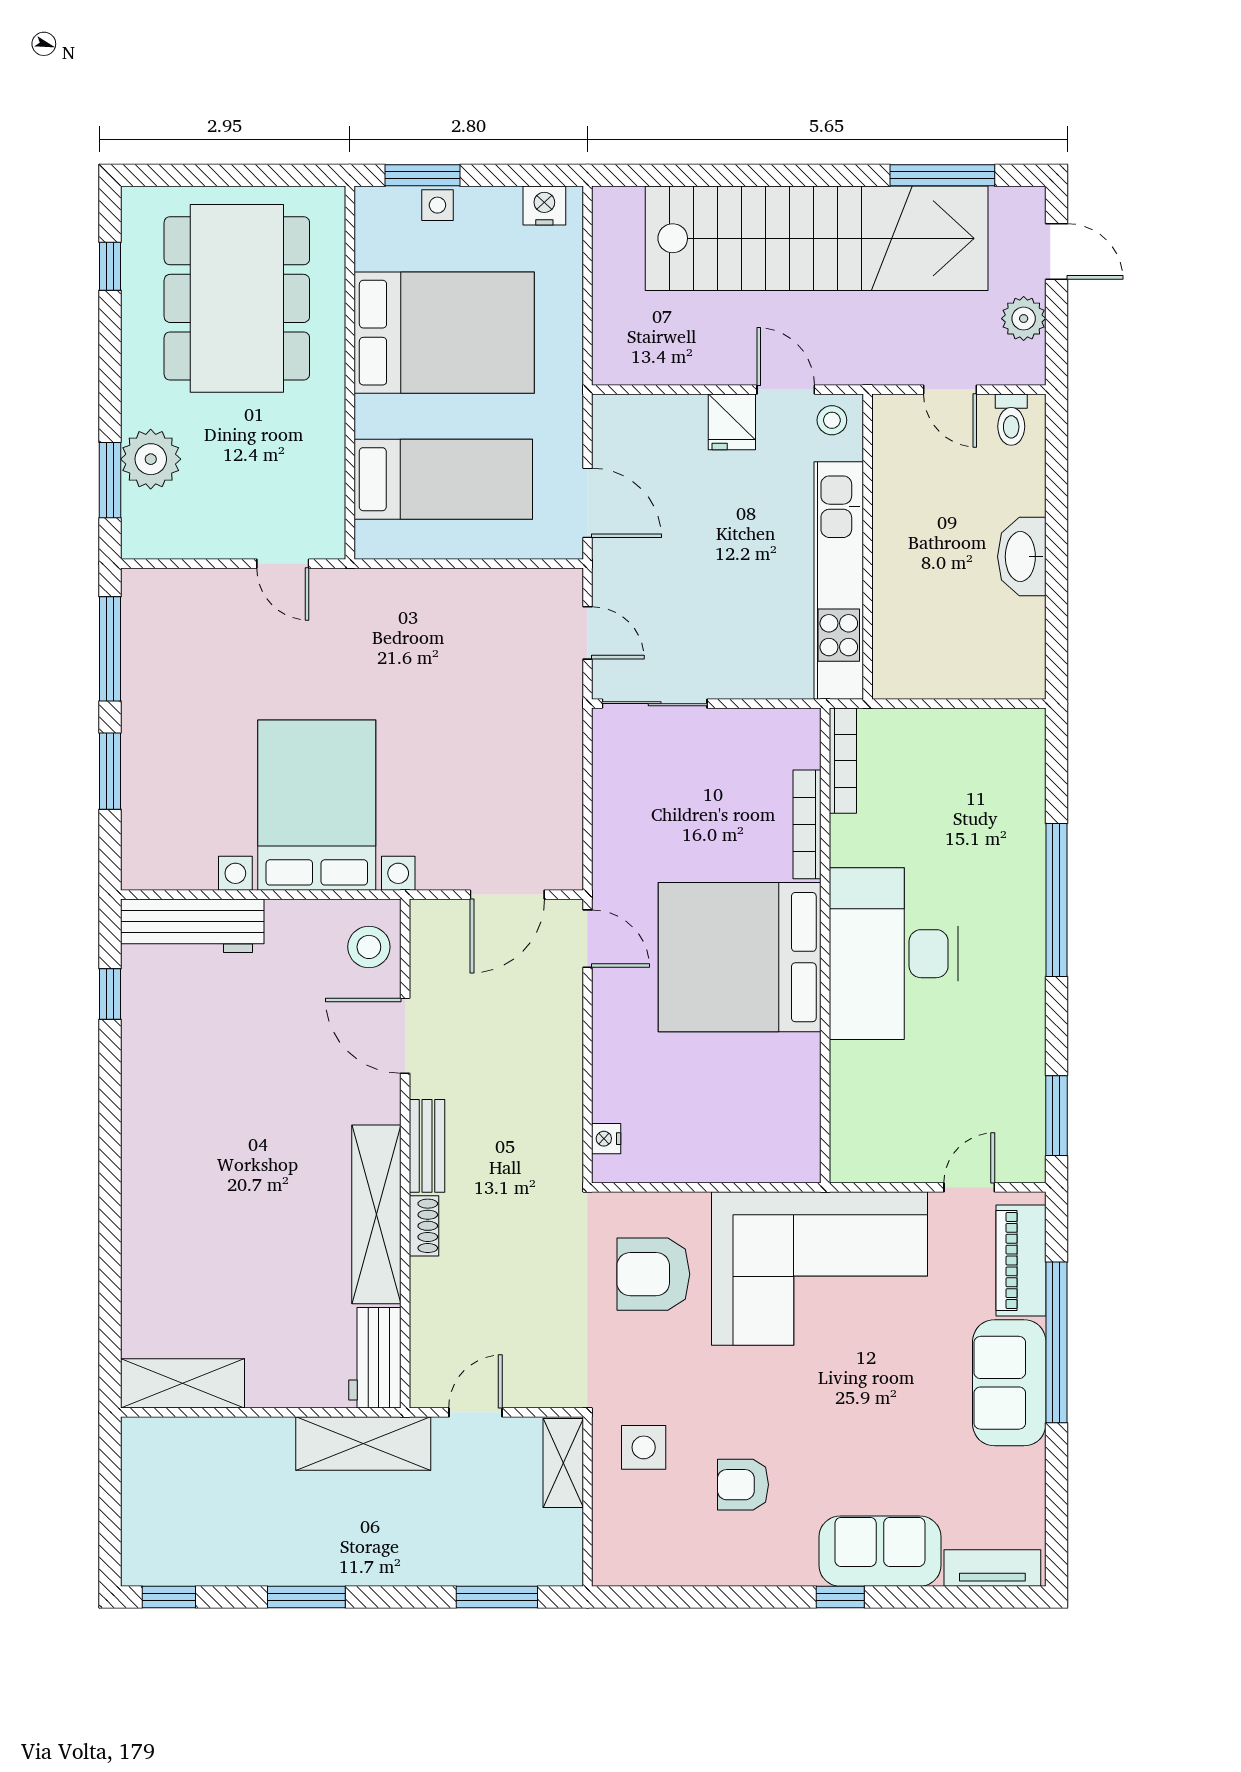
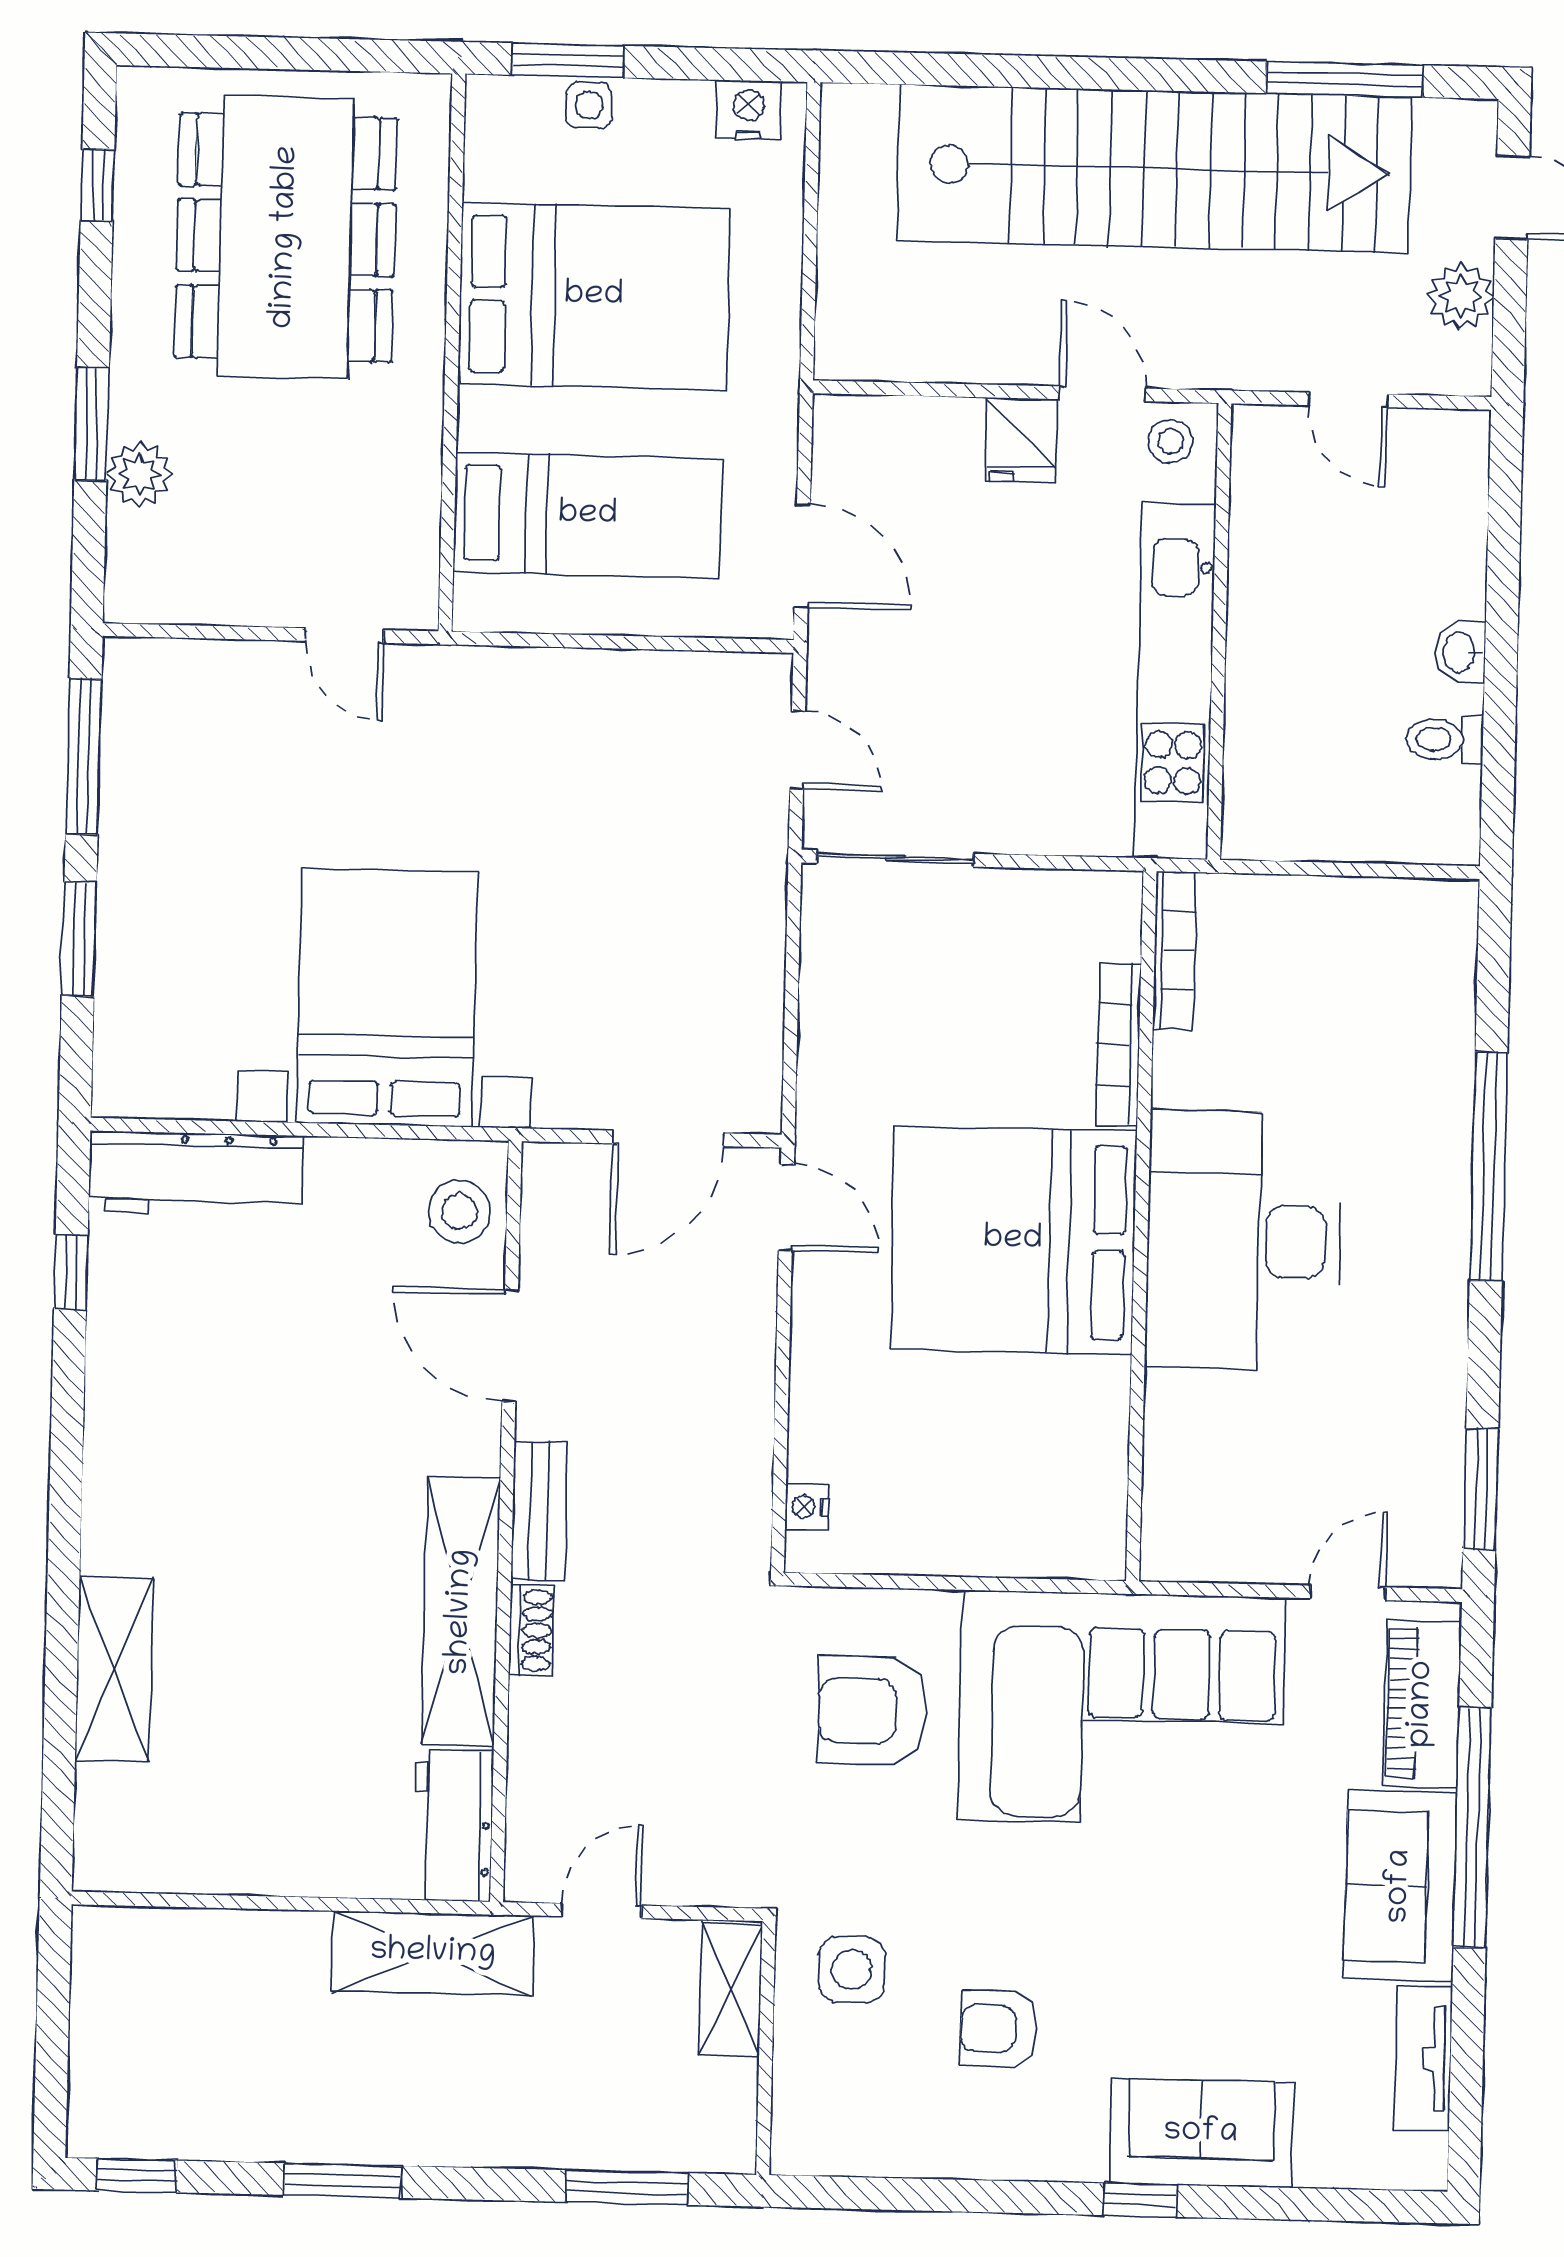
toilet: (1011, 420) -> (1445, 739), moved, turned 90
plant: (151, 459) -> (139, 474), width x0.73, depth x0.73
window: (110, 480) -> (92, 424), moved
washbasin: (1022, 557) -> (1460, 652), width x0.52, depth x0.69
shelving: (182, 1383) -> (114, 1669), moved, turned 90
tv unit: (992, 1568) -> (1423, 2058), moved, turned -90

